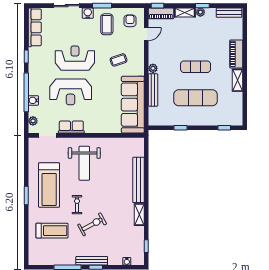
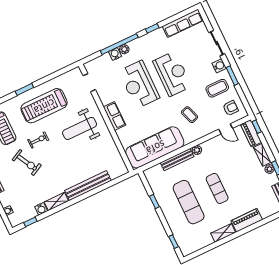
plant: (33, 121) -> (124, 49), moved
row of seats: (71, 127) -> (114, 116), moved
water cooler: (139, 231) -> (41, 209), added

